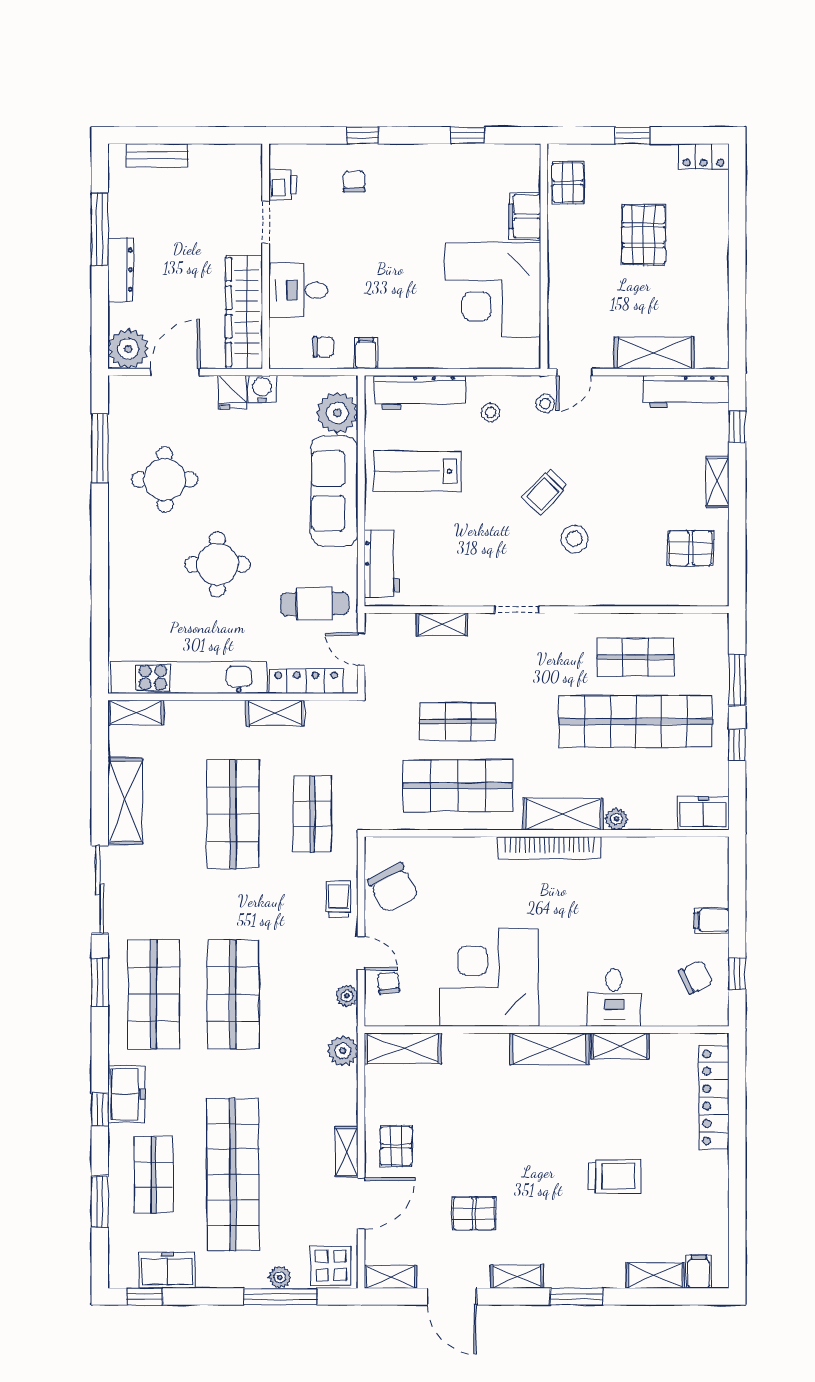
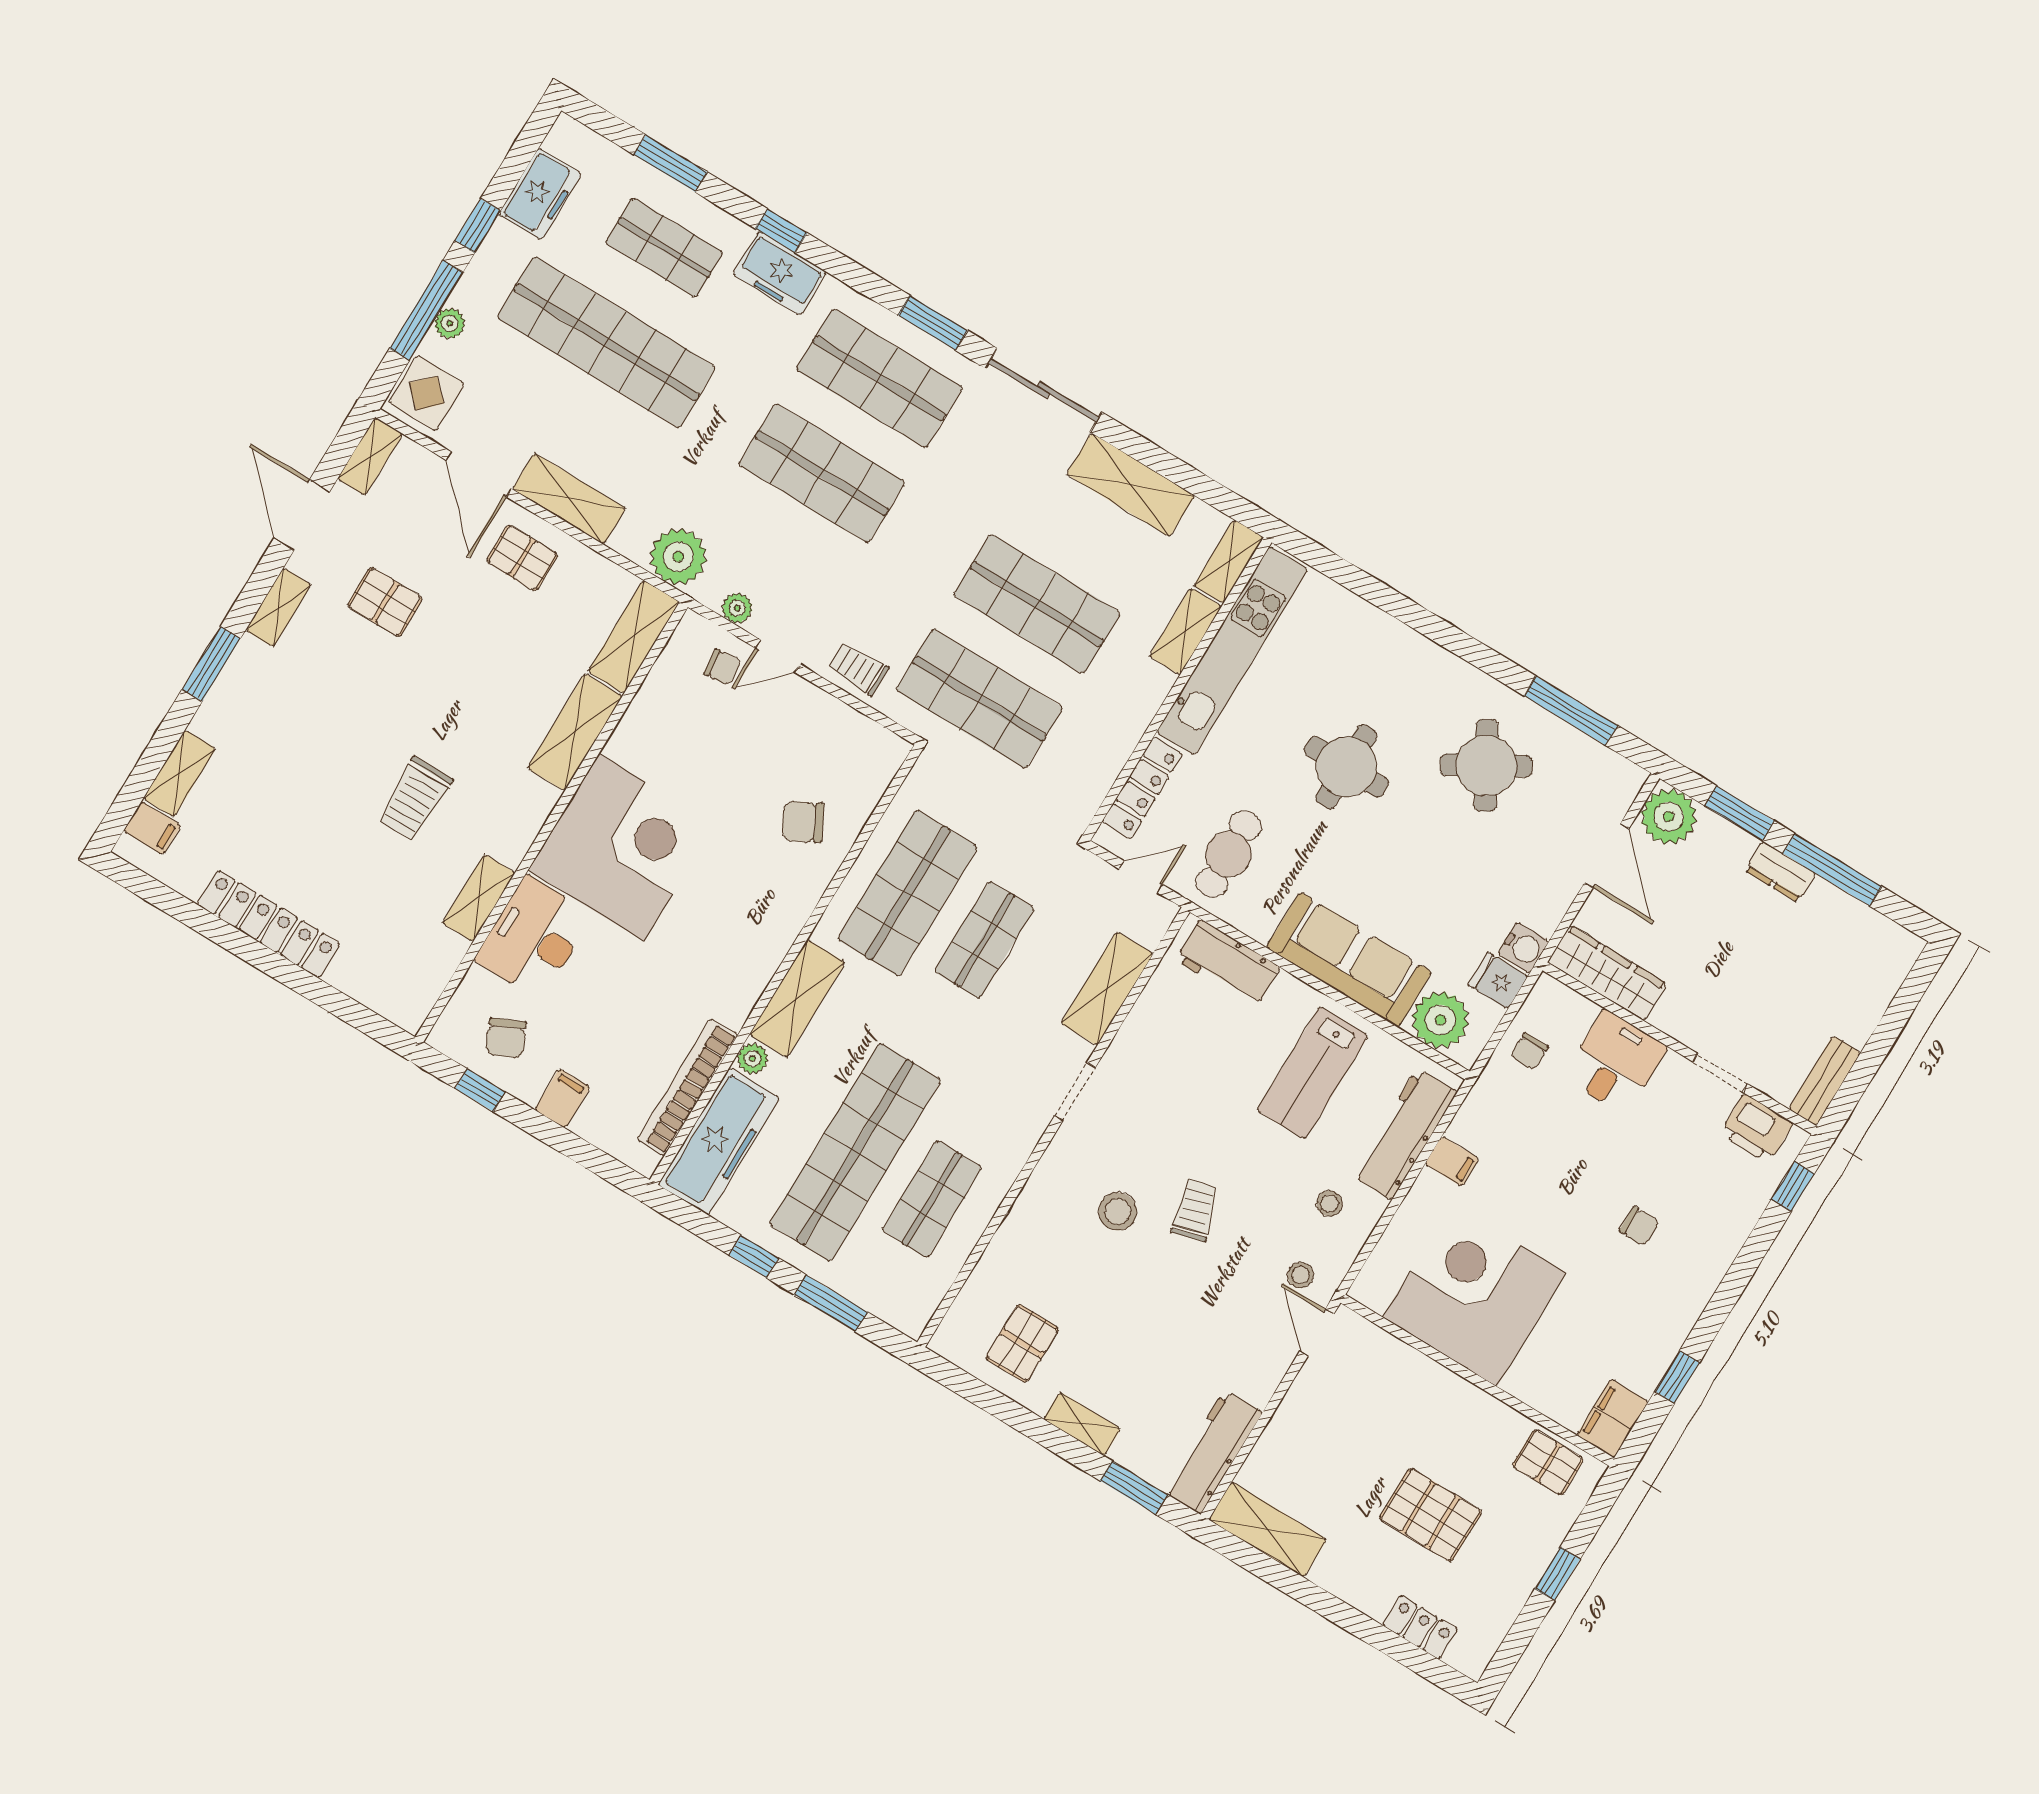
window: (363, 135) -> (1793, 1186), moved
bench: (157, 155) -> (1825, 1081), moved
locker: (704, 156) -> (1420, 1627), moved, turned 90
chair: (354, 182) -> (1639, 1226), moved
printer: (283, 185) -> (1756, 1128), width x1.36, depth x1.24
filing cabinet: (525, 216) -> (1613, 1418), moved, turned -90
dresser: (120, 270) -> (1780, 872), width x0.70
window: (100, 307) -> (1739, 813), added
wardrobe: (244, 312) -> (1607, 973), width x0.71, depth x0.85
filing cabinet: (366, 353) -> (1452, 1161), moved
shelving: (654, 353) -> (1268, 1529), moved, turned 90
fridge: (232, 392) -> (1498, 981), moved
window: (737, 426) -> (1134, 1488), width x1.50
lab bench: (417, 471) -> (1313, 1073), turned 180
round table: (165, 479) -> (1486, 765), turned -30
trolley: (545, 492) -> (1195, 1210), turned 30
shelving: (442, 624) -> (1107, 989), width x1.50, depth x1.33
shelving: (275, 713) -> (1186, 631), moved
freezer: (703, 813) -> (719, 1141), width x1.91, depth x1.26
shop shelf: (312, 814) -> (979, 699), width x1.43, depth x1.36
bookcase: (549, 848) -> (687, 1087), moved
chair: (393, 888) -> (803, 822), moved, width x0.73, depth x0.73
trolley: (339, 899) -> (858, 669), turned 180
corner desk: (489, 978) -> (622, 847), moved
desk: (614, 998) -> (534, 937), width x1.37
shelving: (549, 1049) -> (575, 732), moved
plant: (343, 1051) -> (678, 557), width x1.36, depth x1.36
locker: (714, 1097) -> (268, 924), moved
shelving: (346, 1152) -> (569, 499), width x1.50, depth x1.33
trolley: (615, 1176) -> (415, 799), moved
pallet: (474, 1213) -> (385, 602), turned 90
window: (145, 1297) -> (478, 226), moved
door: (452, 1297) -> (302, 515), hinge flipped

